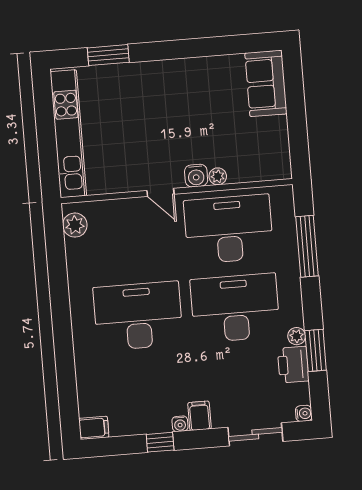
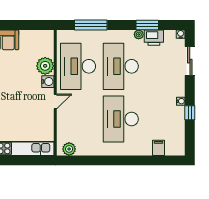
plant: (218, 176) -> (45, 66), width x1.88, depth x1.88
filing cabinet: (199, 416) -> (177, 90), removed
filing cabinet: (94, 428) -> (159, 148), moved

